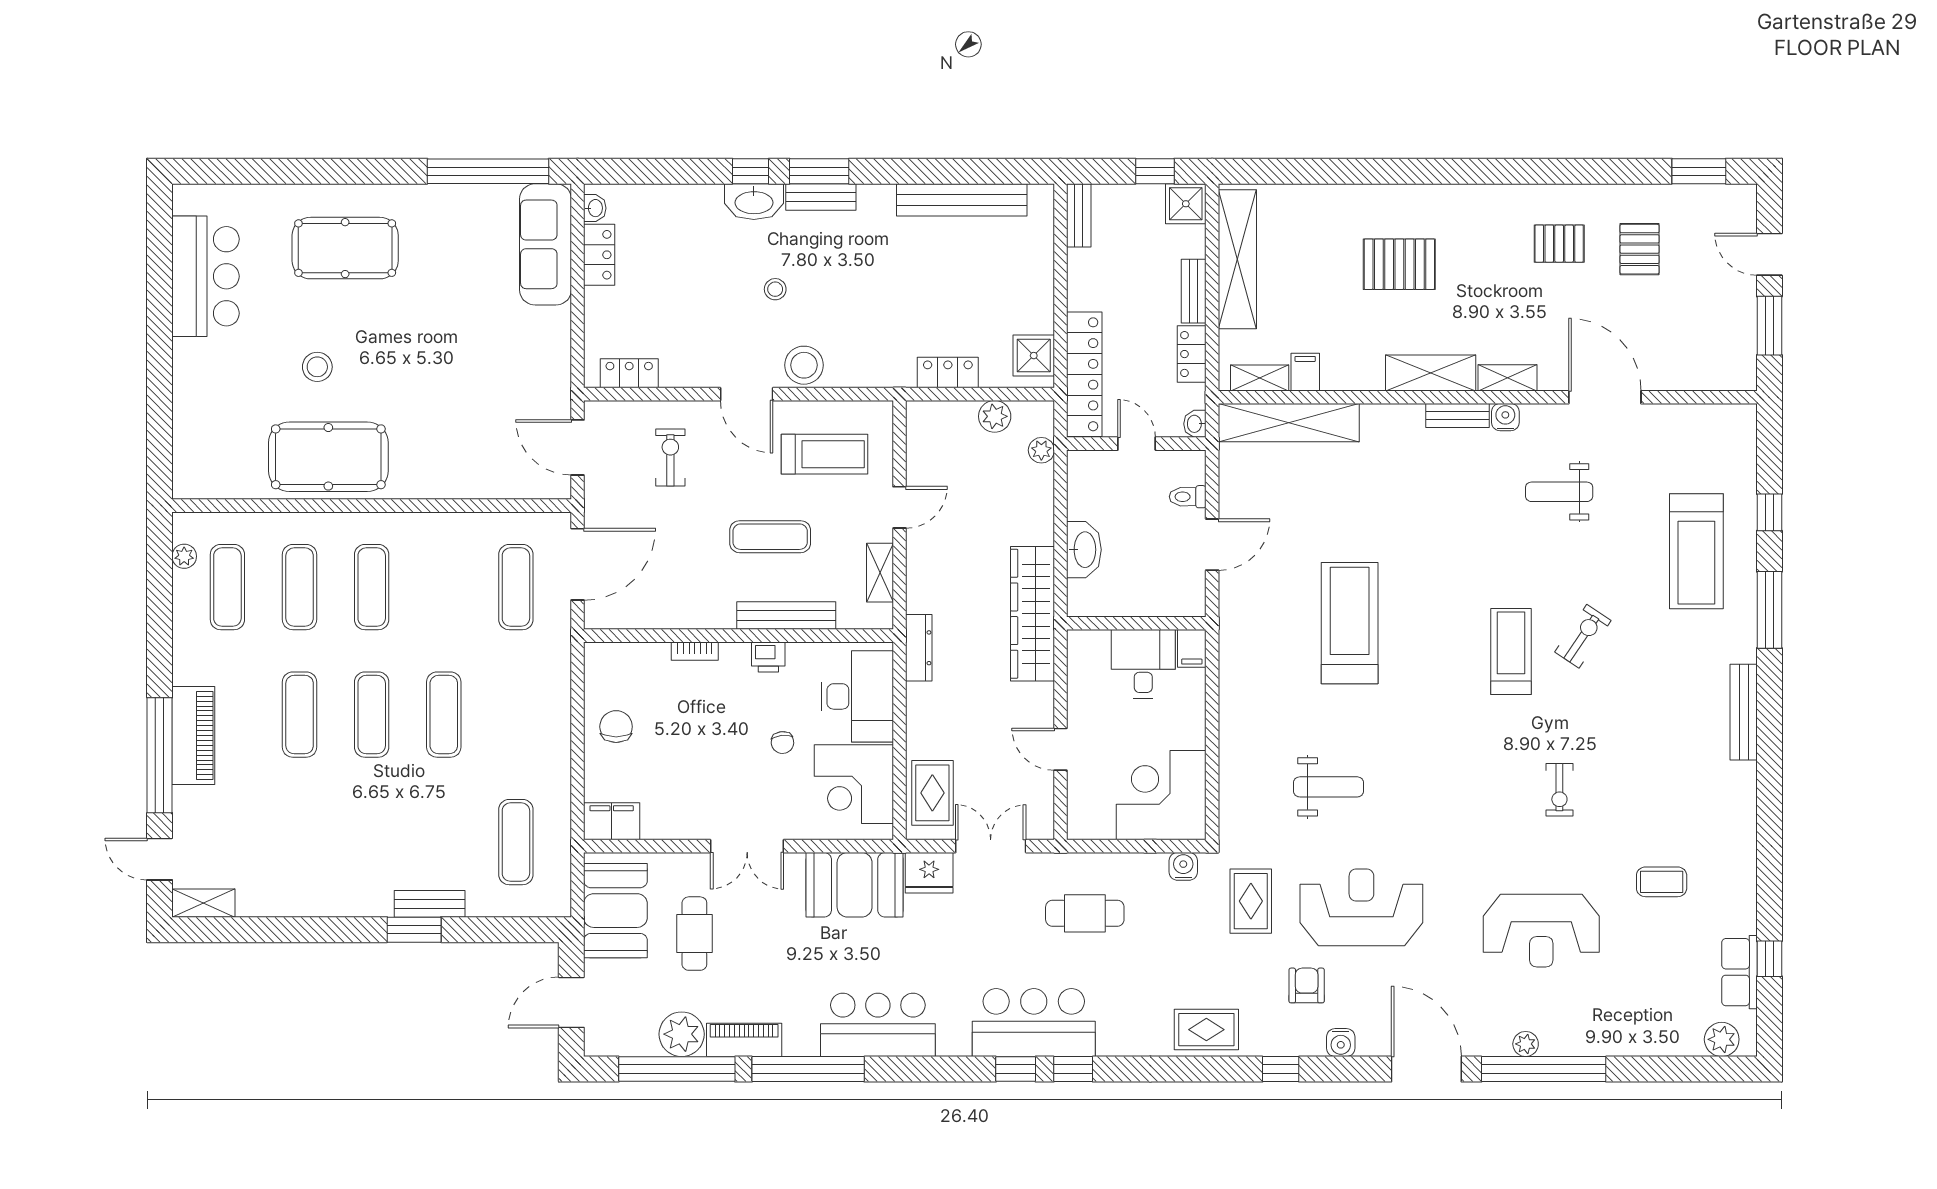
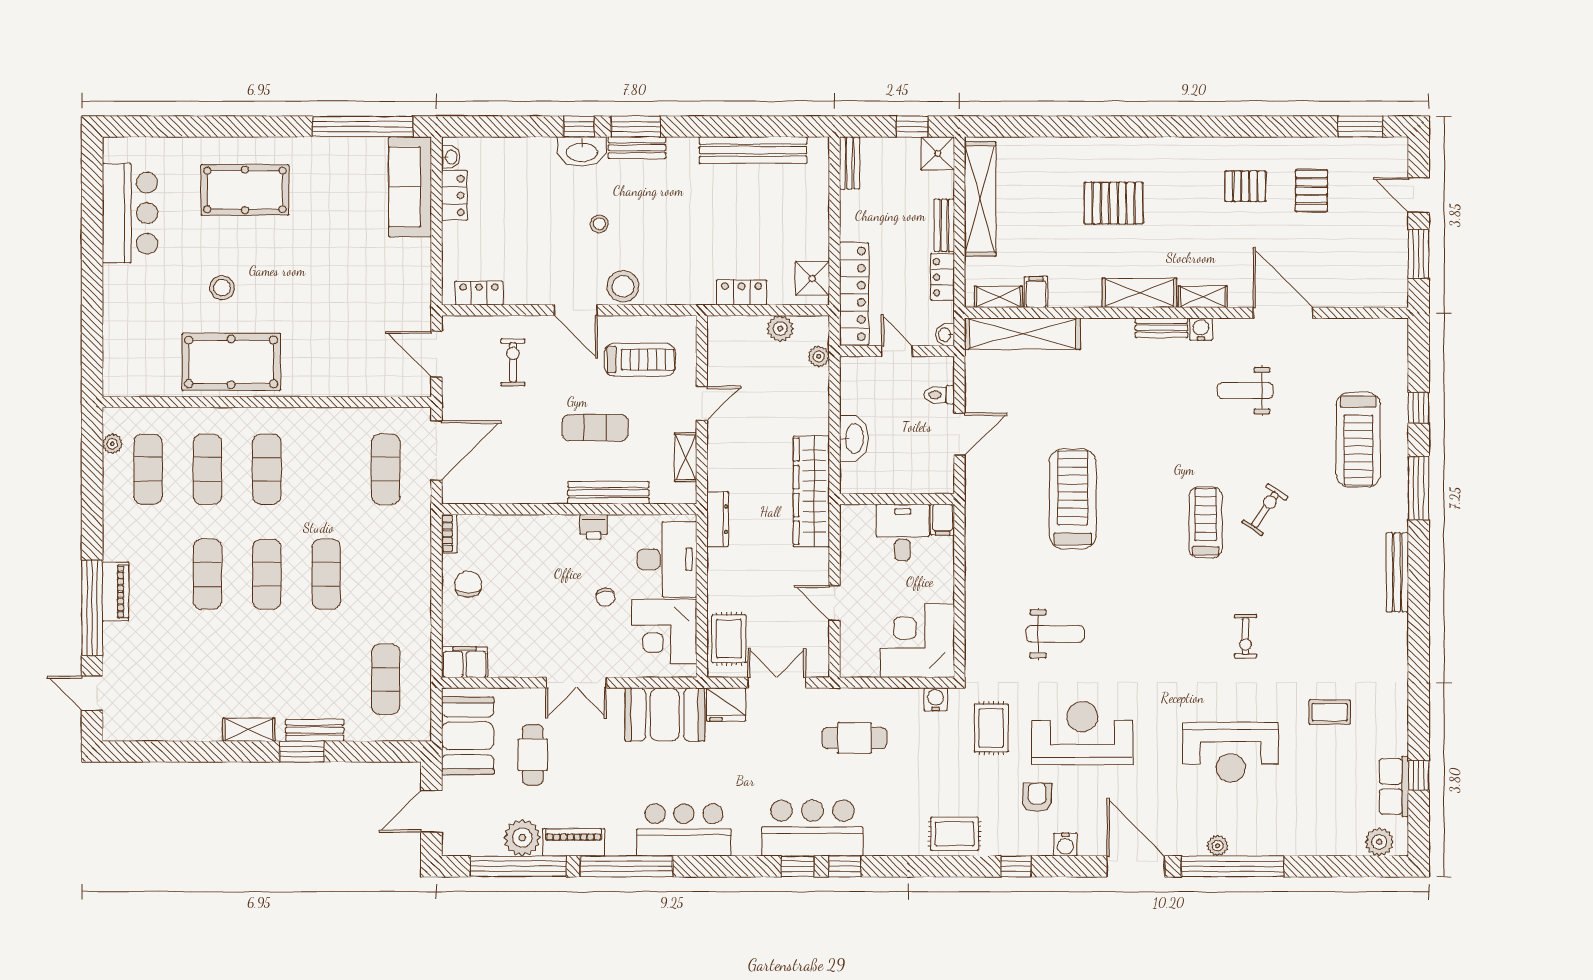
bookcase: (695, 651) -> (449, 534), moved, turned -90
piano: (193, 735) -> (116, 591), width x0.73, depth x0.75
shelving: (203, 903) -> (249, 730), moved

